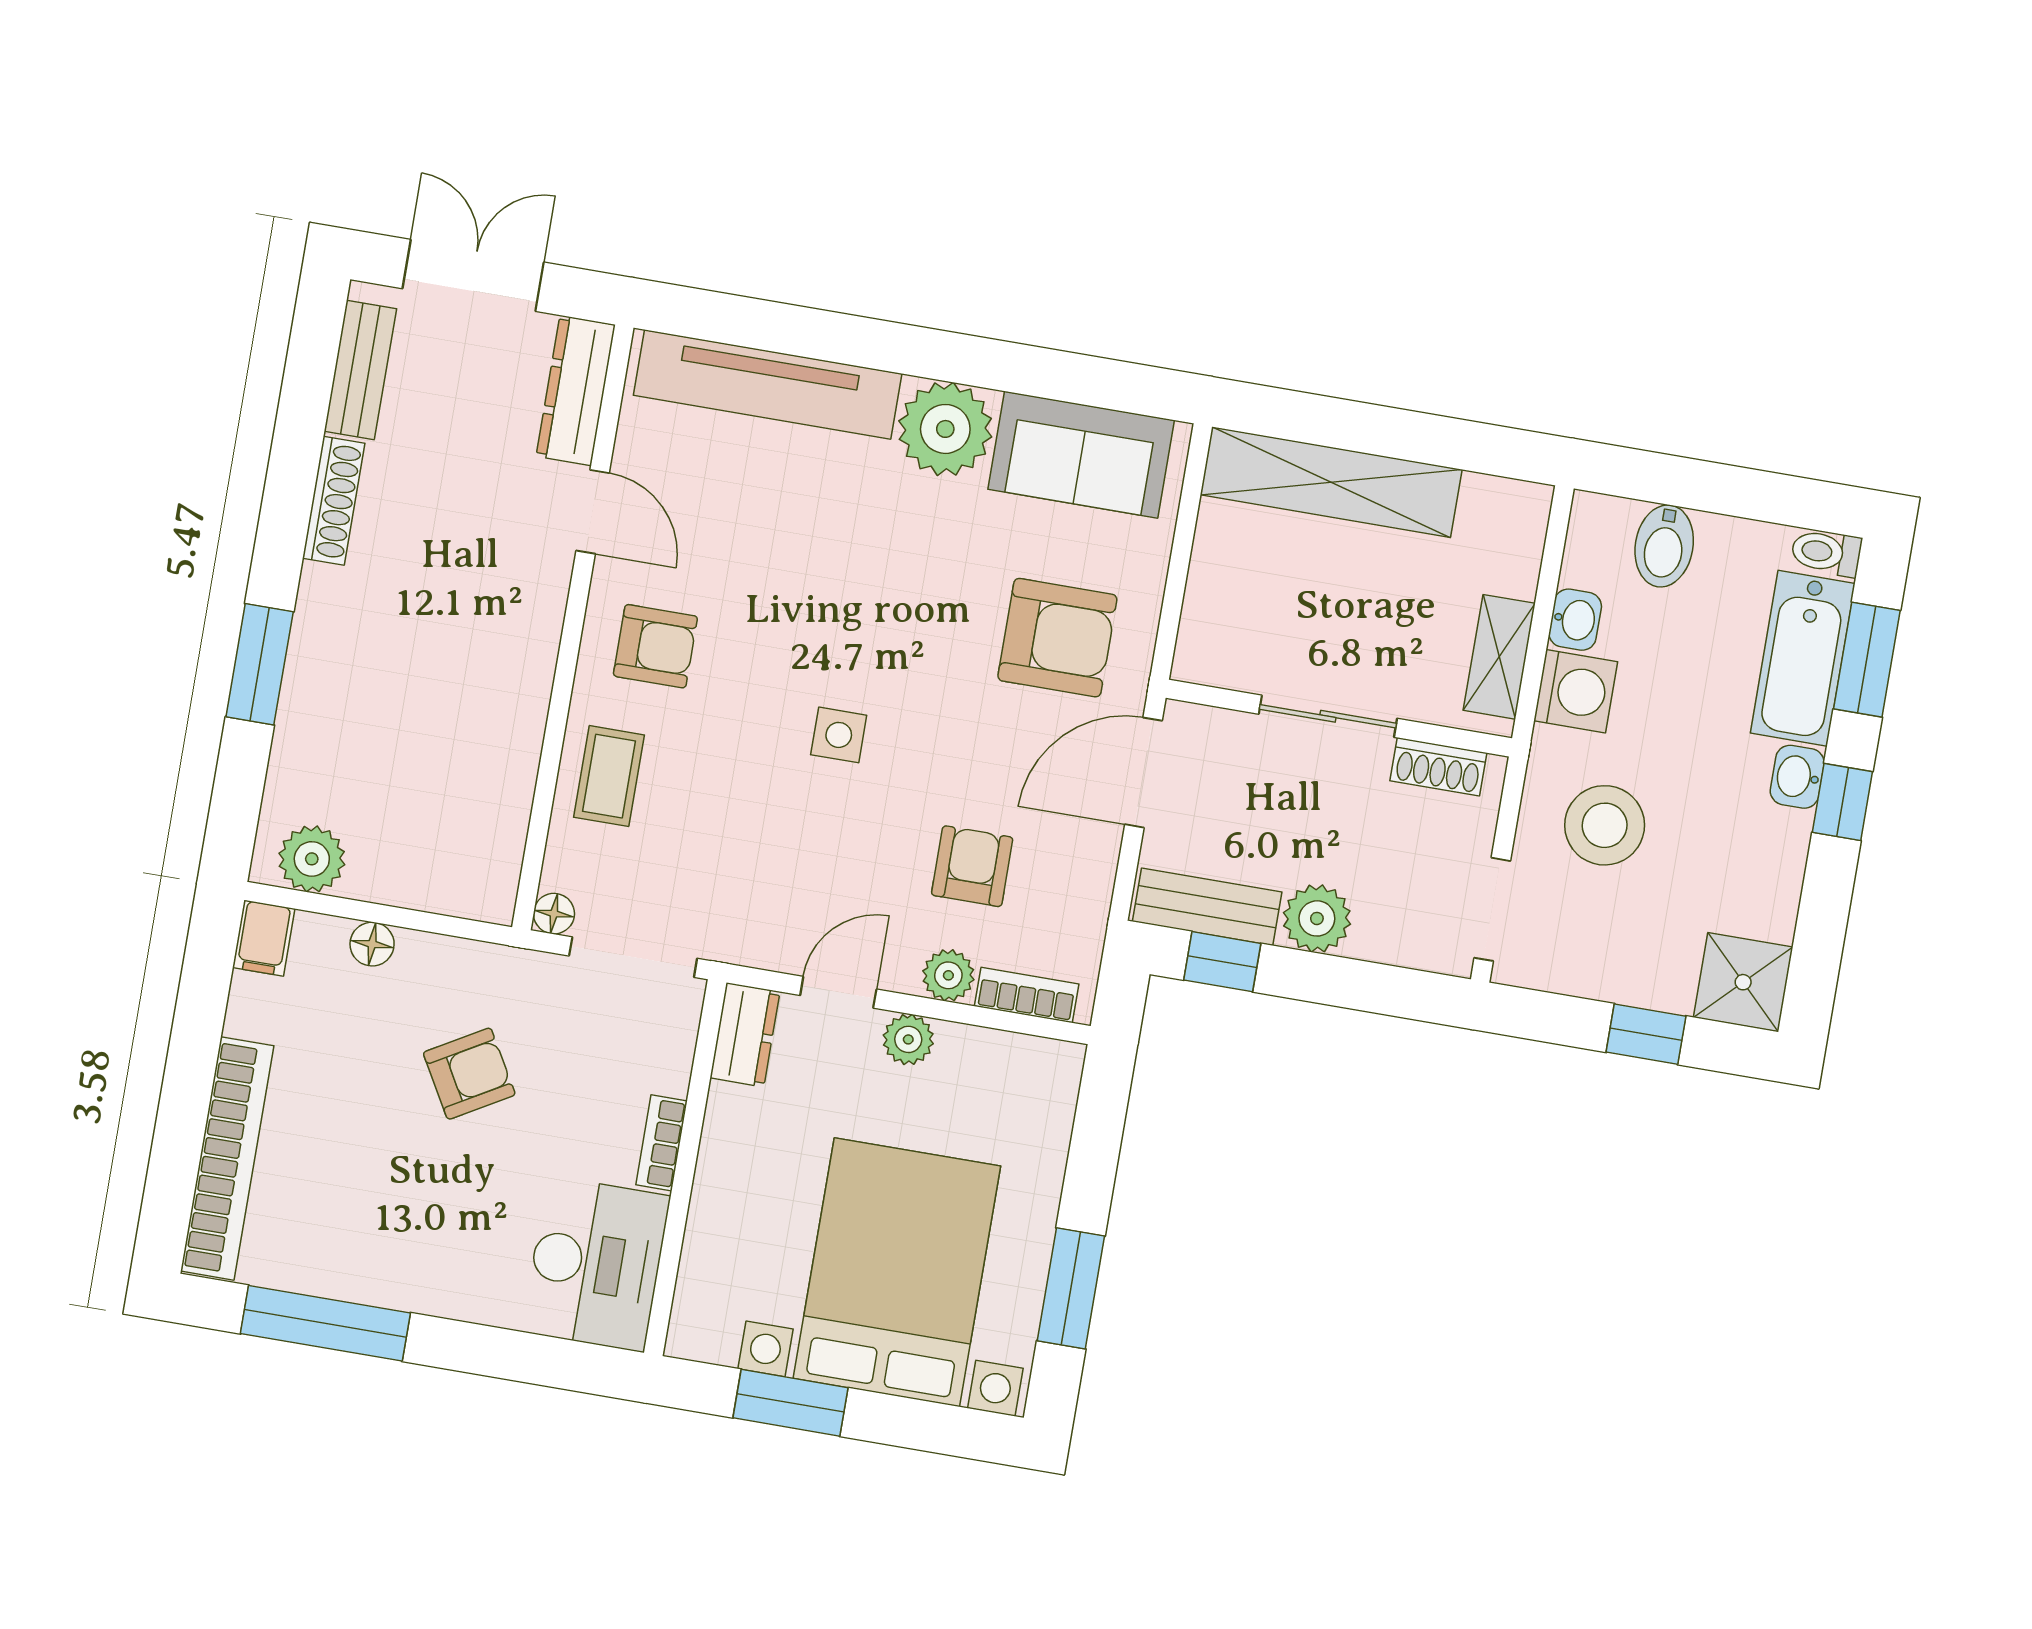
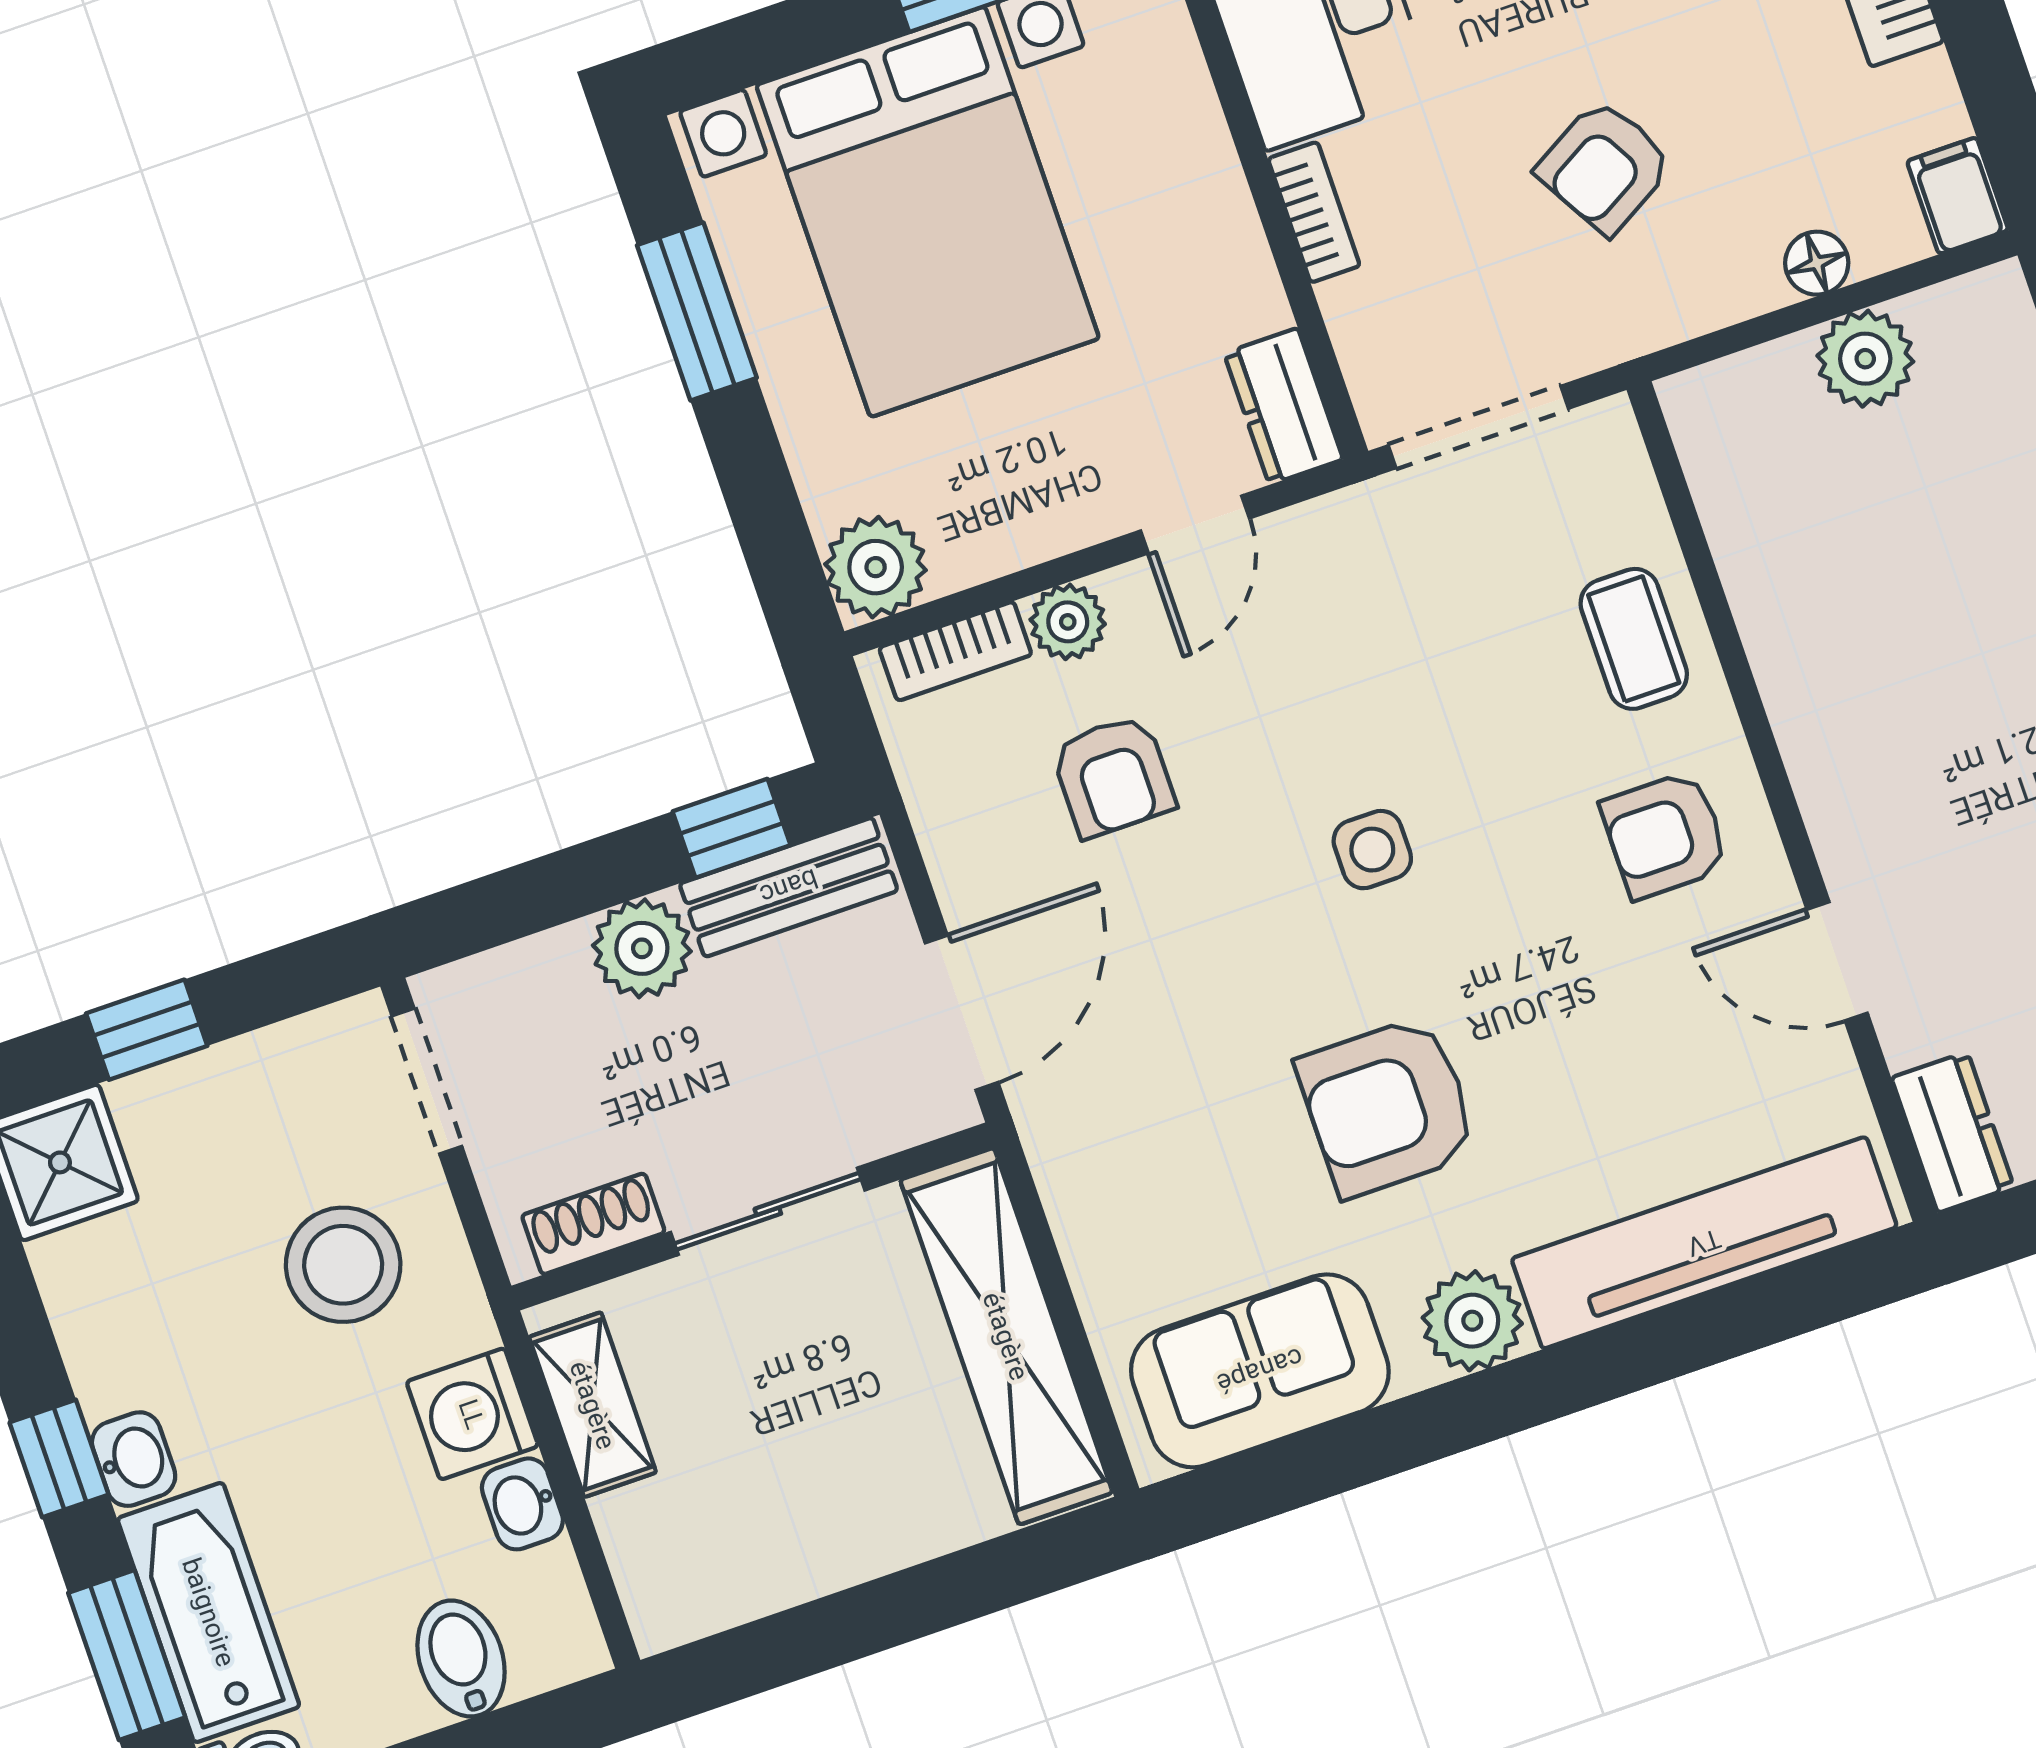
dresser: (576, 390) -> (1953, 1132), width x0.70
plant: (945, 429) -> (1472, 1321), width x0.73, depth x0.73
shelving: (1331, 482) -> (1006, 1336), moved, turned 90
armchair: (1057, 638) -> (1387, 1106), moved
plant: (312, 859) -> (1865, 359), moved
floor lamp: (554, 914) -> (1608, 427), removed
plant: (908, 1039) -> (876, 567), moved, width x1.38, depth x1.38

